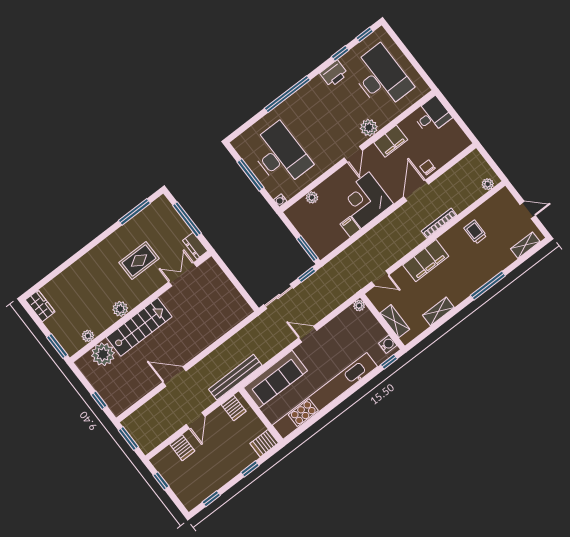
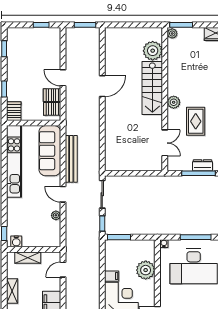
plant: (312, 197) -> (146, 270), width x1.87, depth x1.87
dresser: (195, 246) -> (203, 165), moved
plant: (359, 306) -> (56, 215), moved
plant: (120, 309) -> (174, 102), moved
door: (308, 334) -> (63, 194), swing flipped
plant: (88, 336) -> (172, 33), moved
bench: (235, 377) -> (71, 159), moved
kitchen unit: (325, 396) -> (14, 161), width x0.73
window: (99, 400) -> (125, 25), removed
server rack: (182, 448) -> (52, 95), moved

